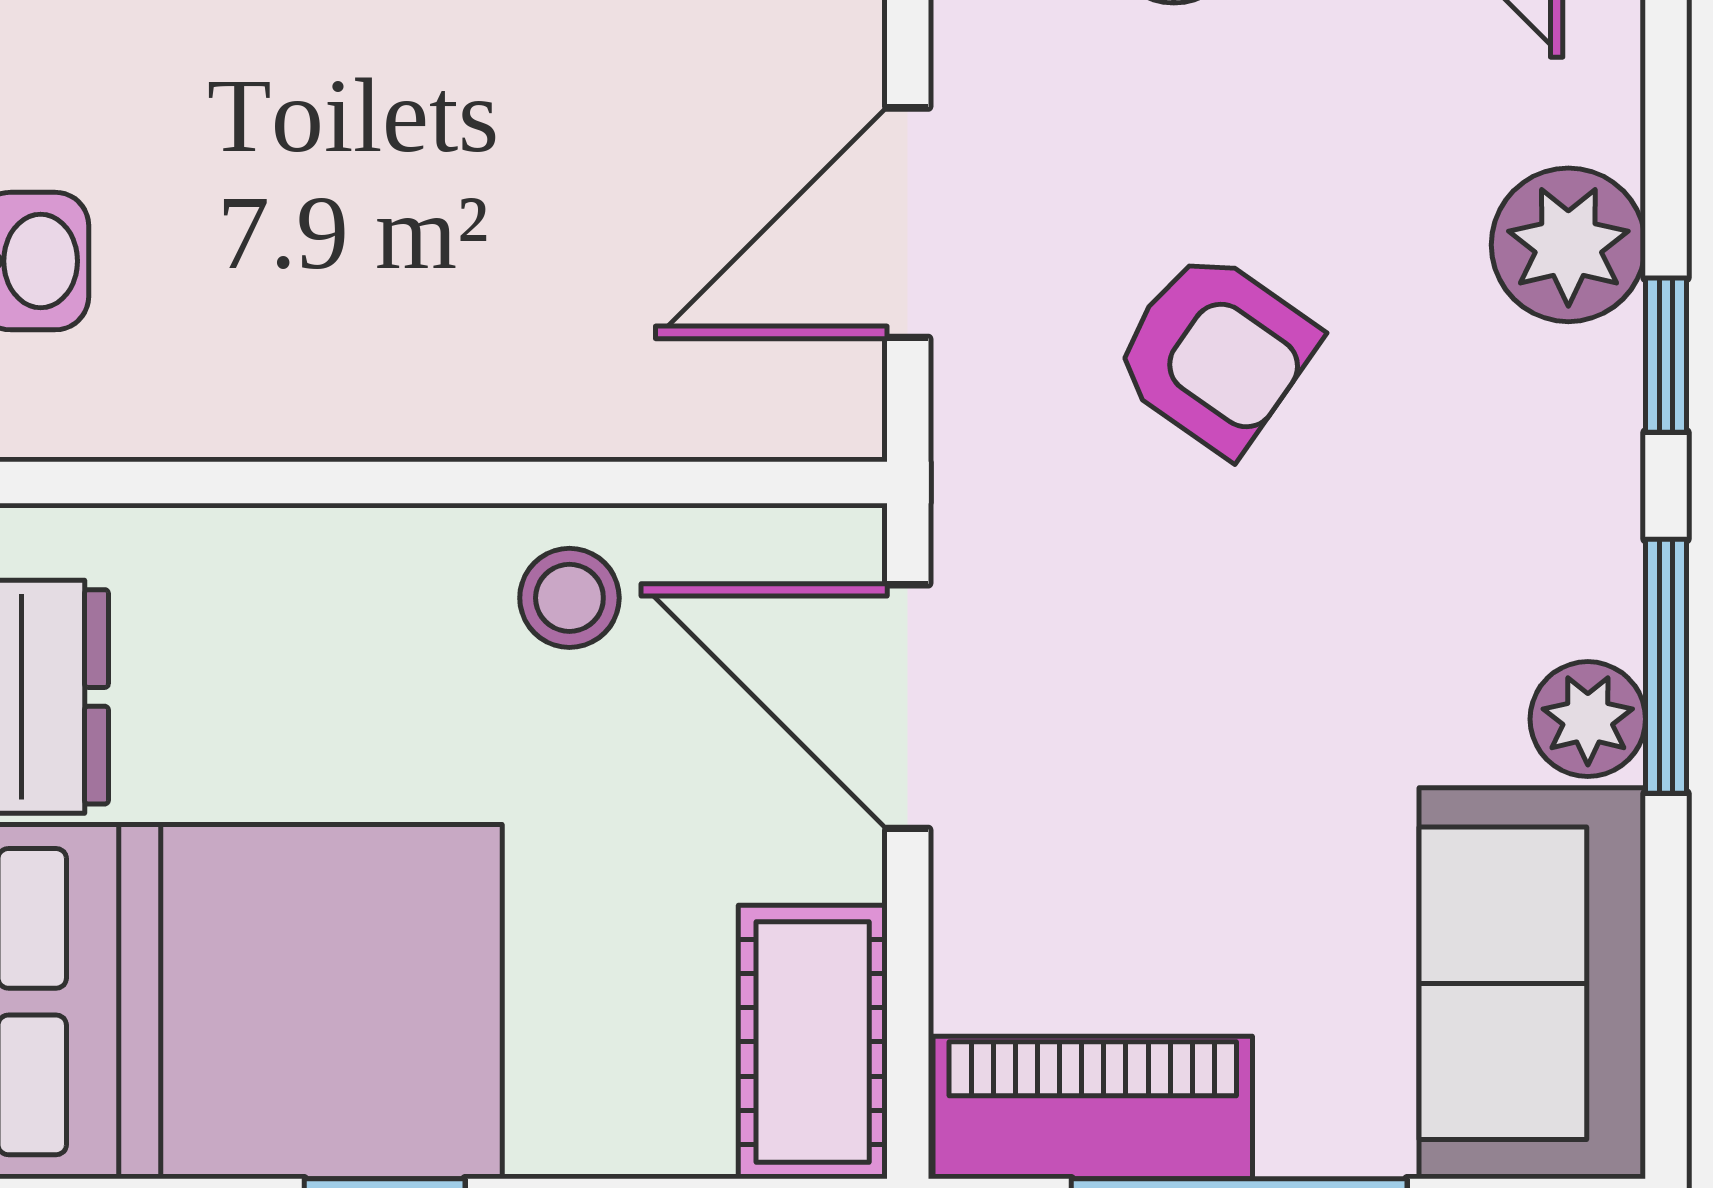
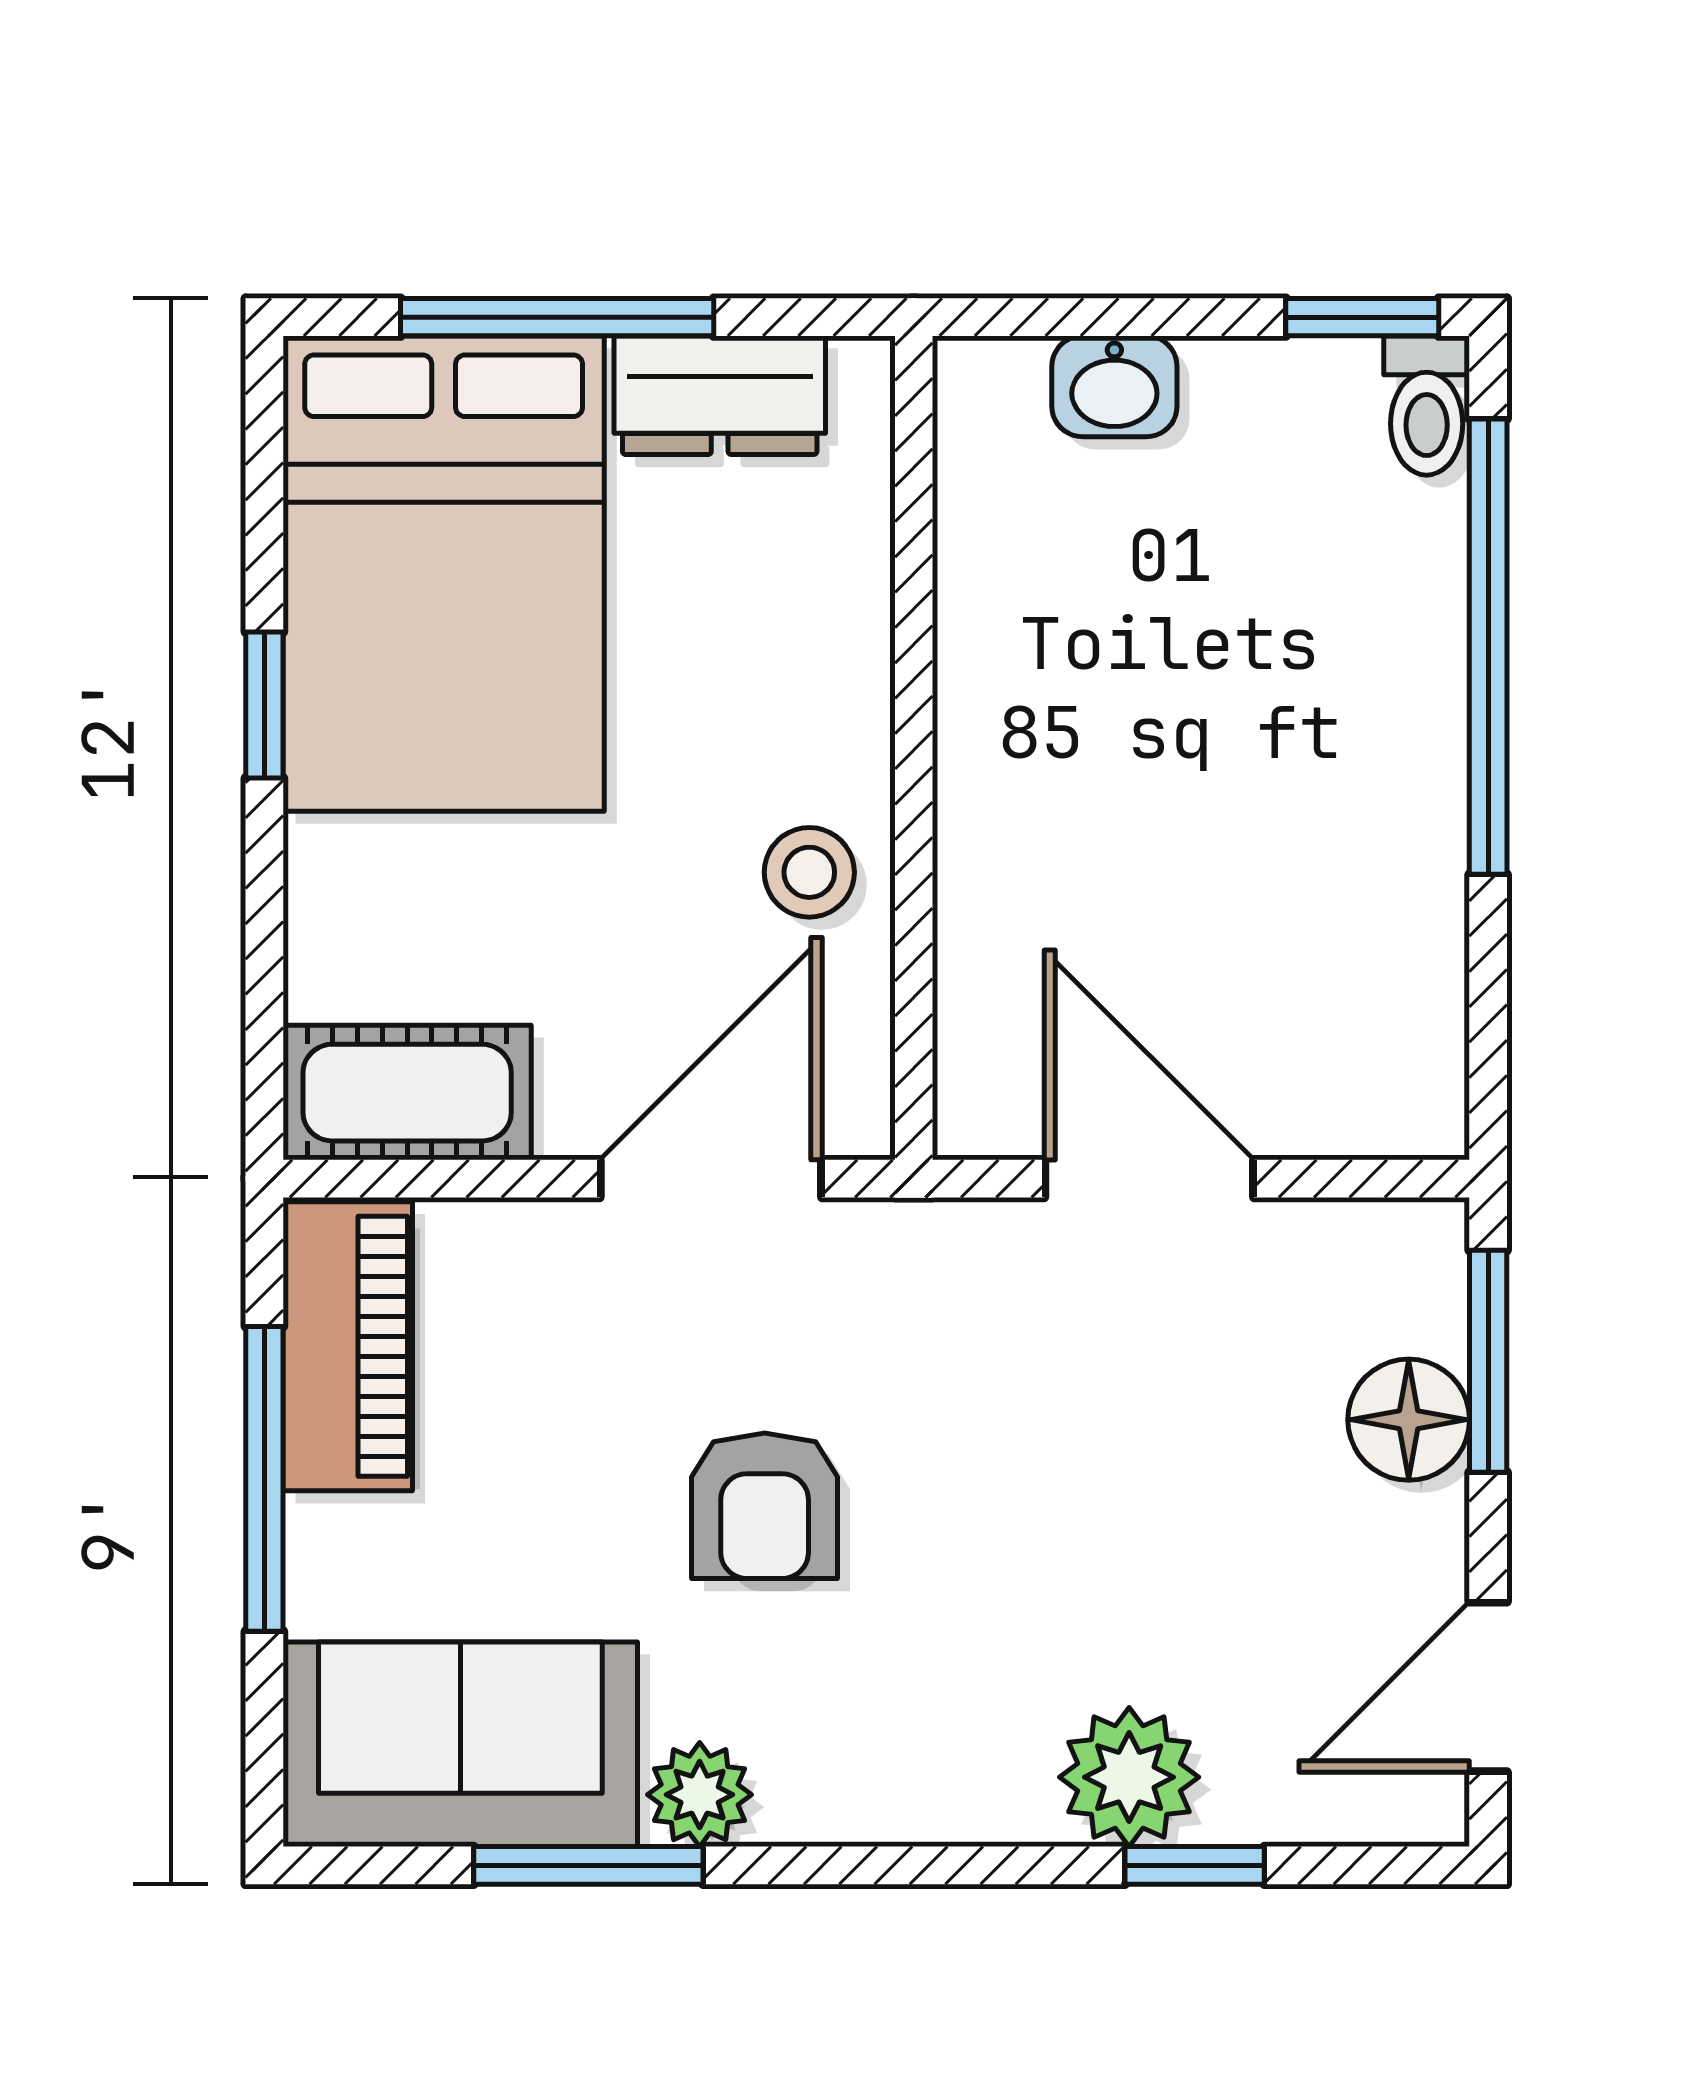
armchair: (1215, 353) -> (765, 1506), moved, turned -35
window: (1666, 355) -> (1195, 1865), moved
window: (1666, 666) -> (588, 1865), moved

